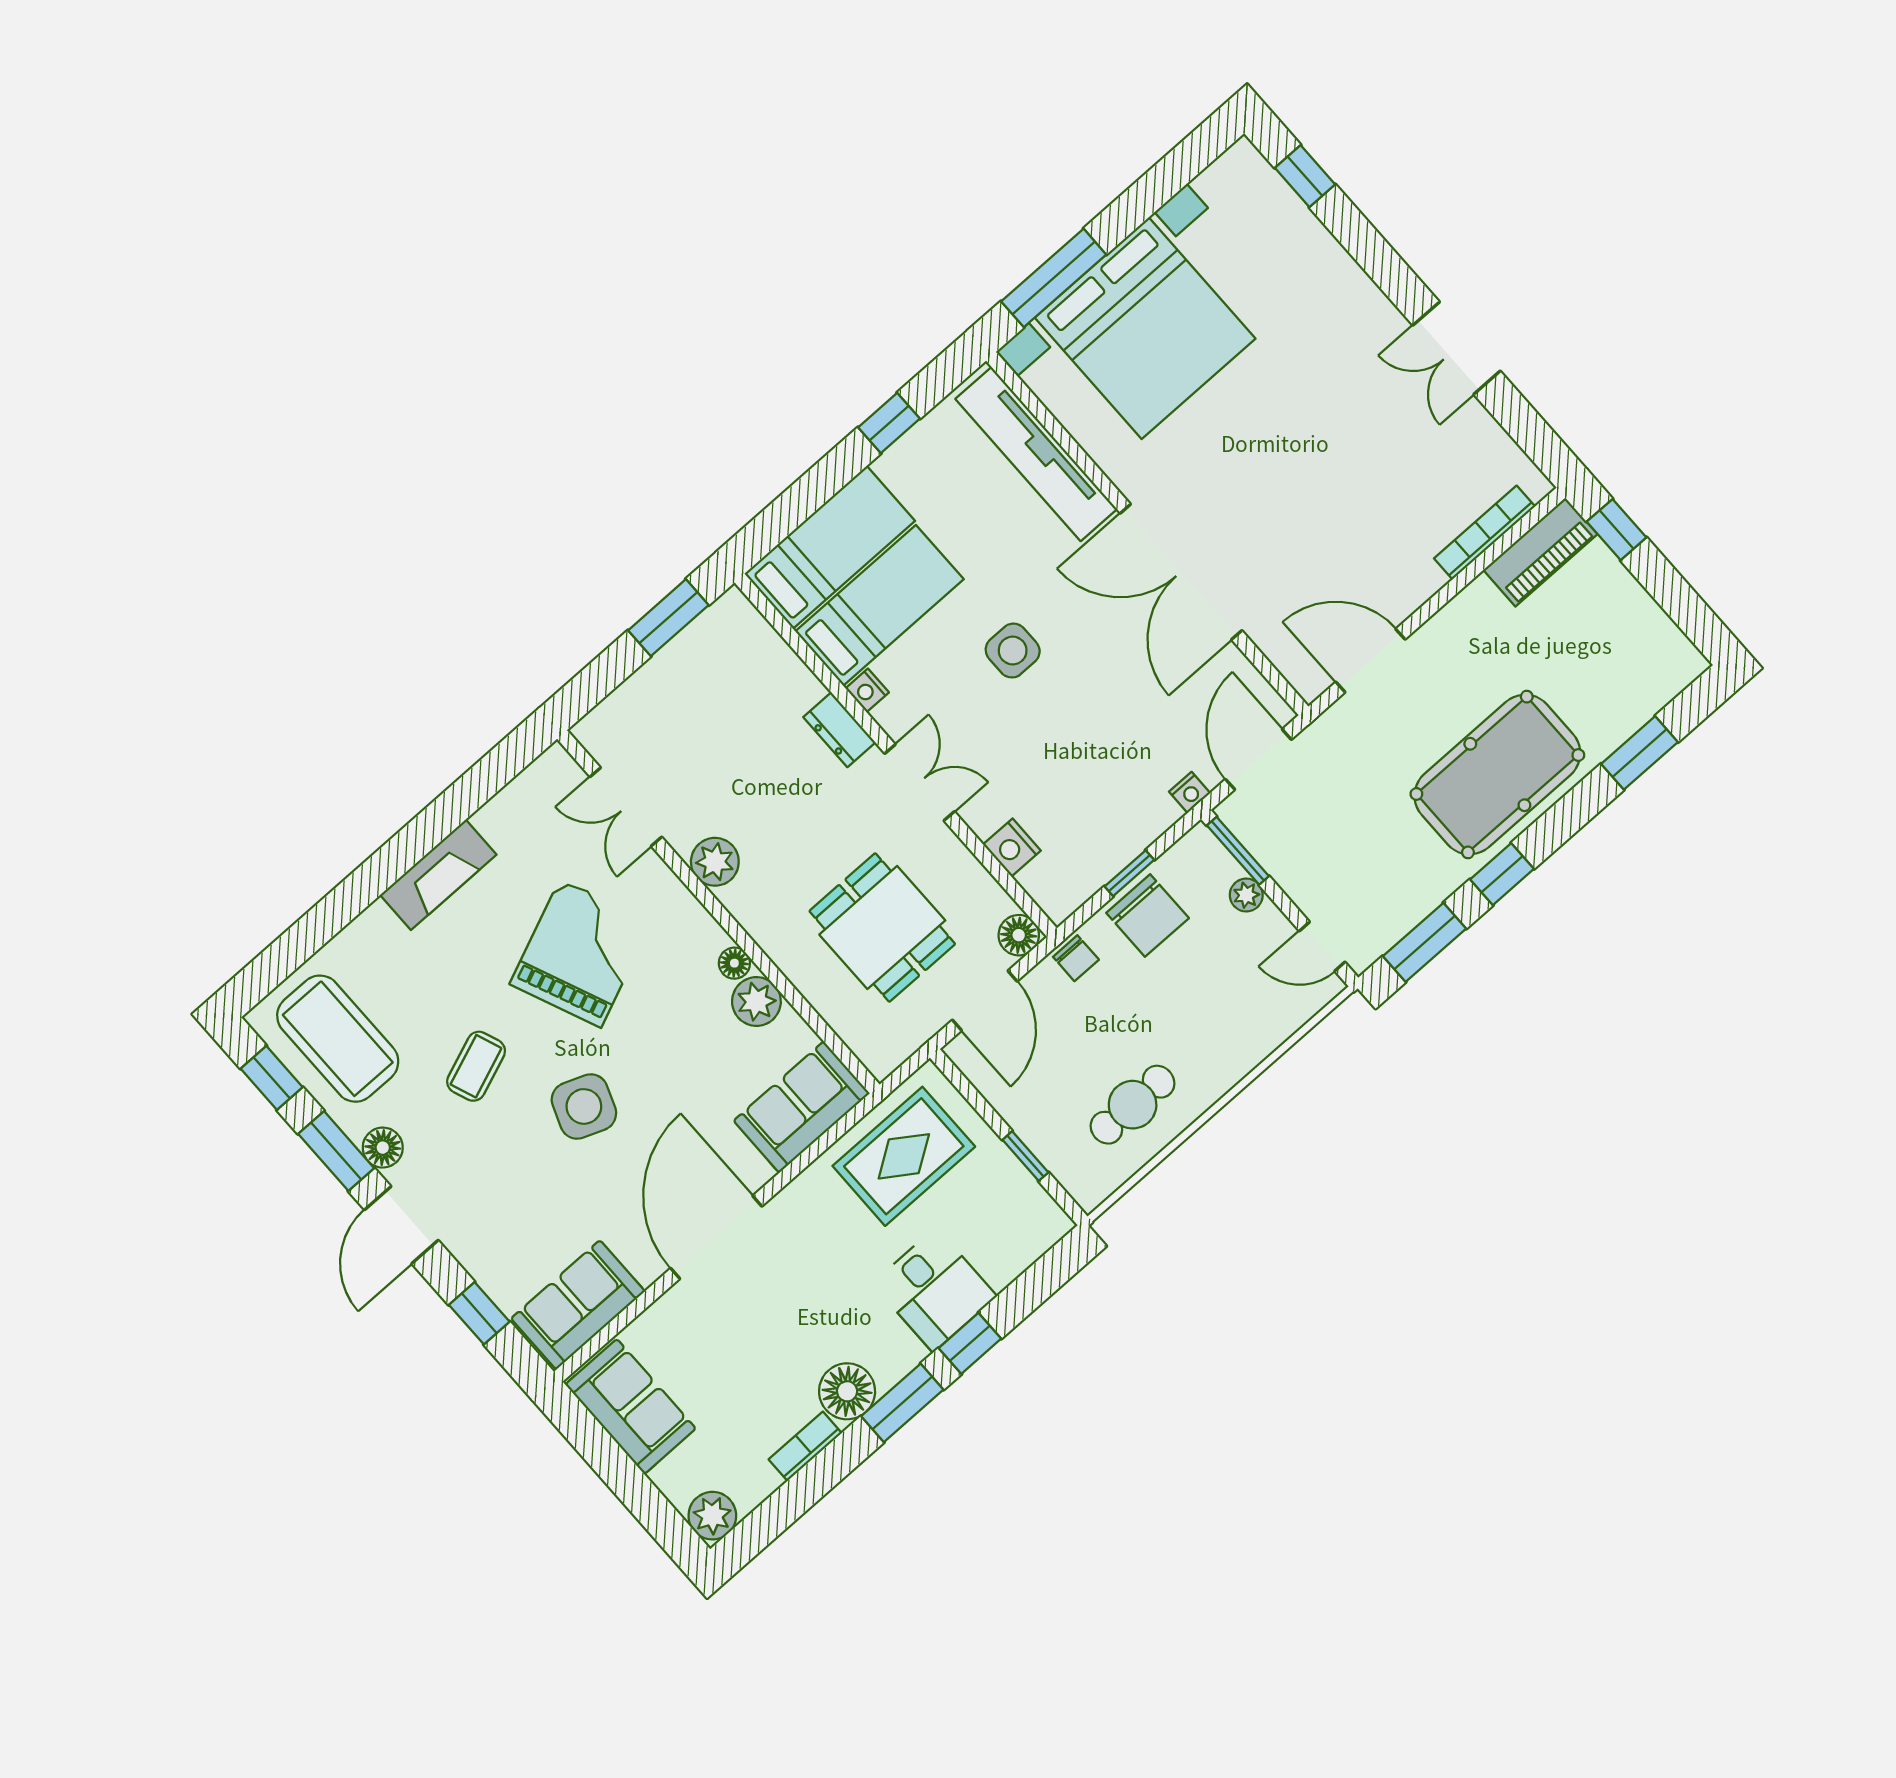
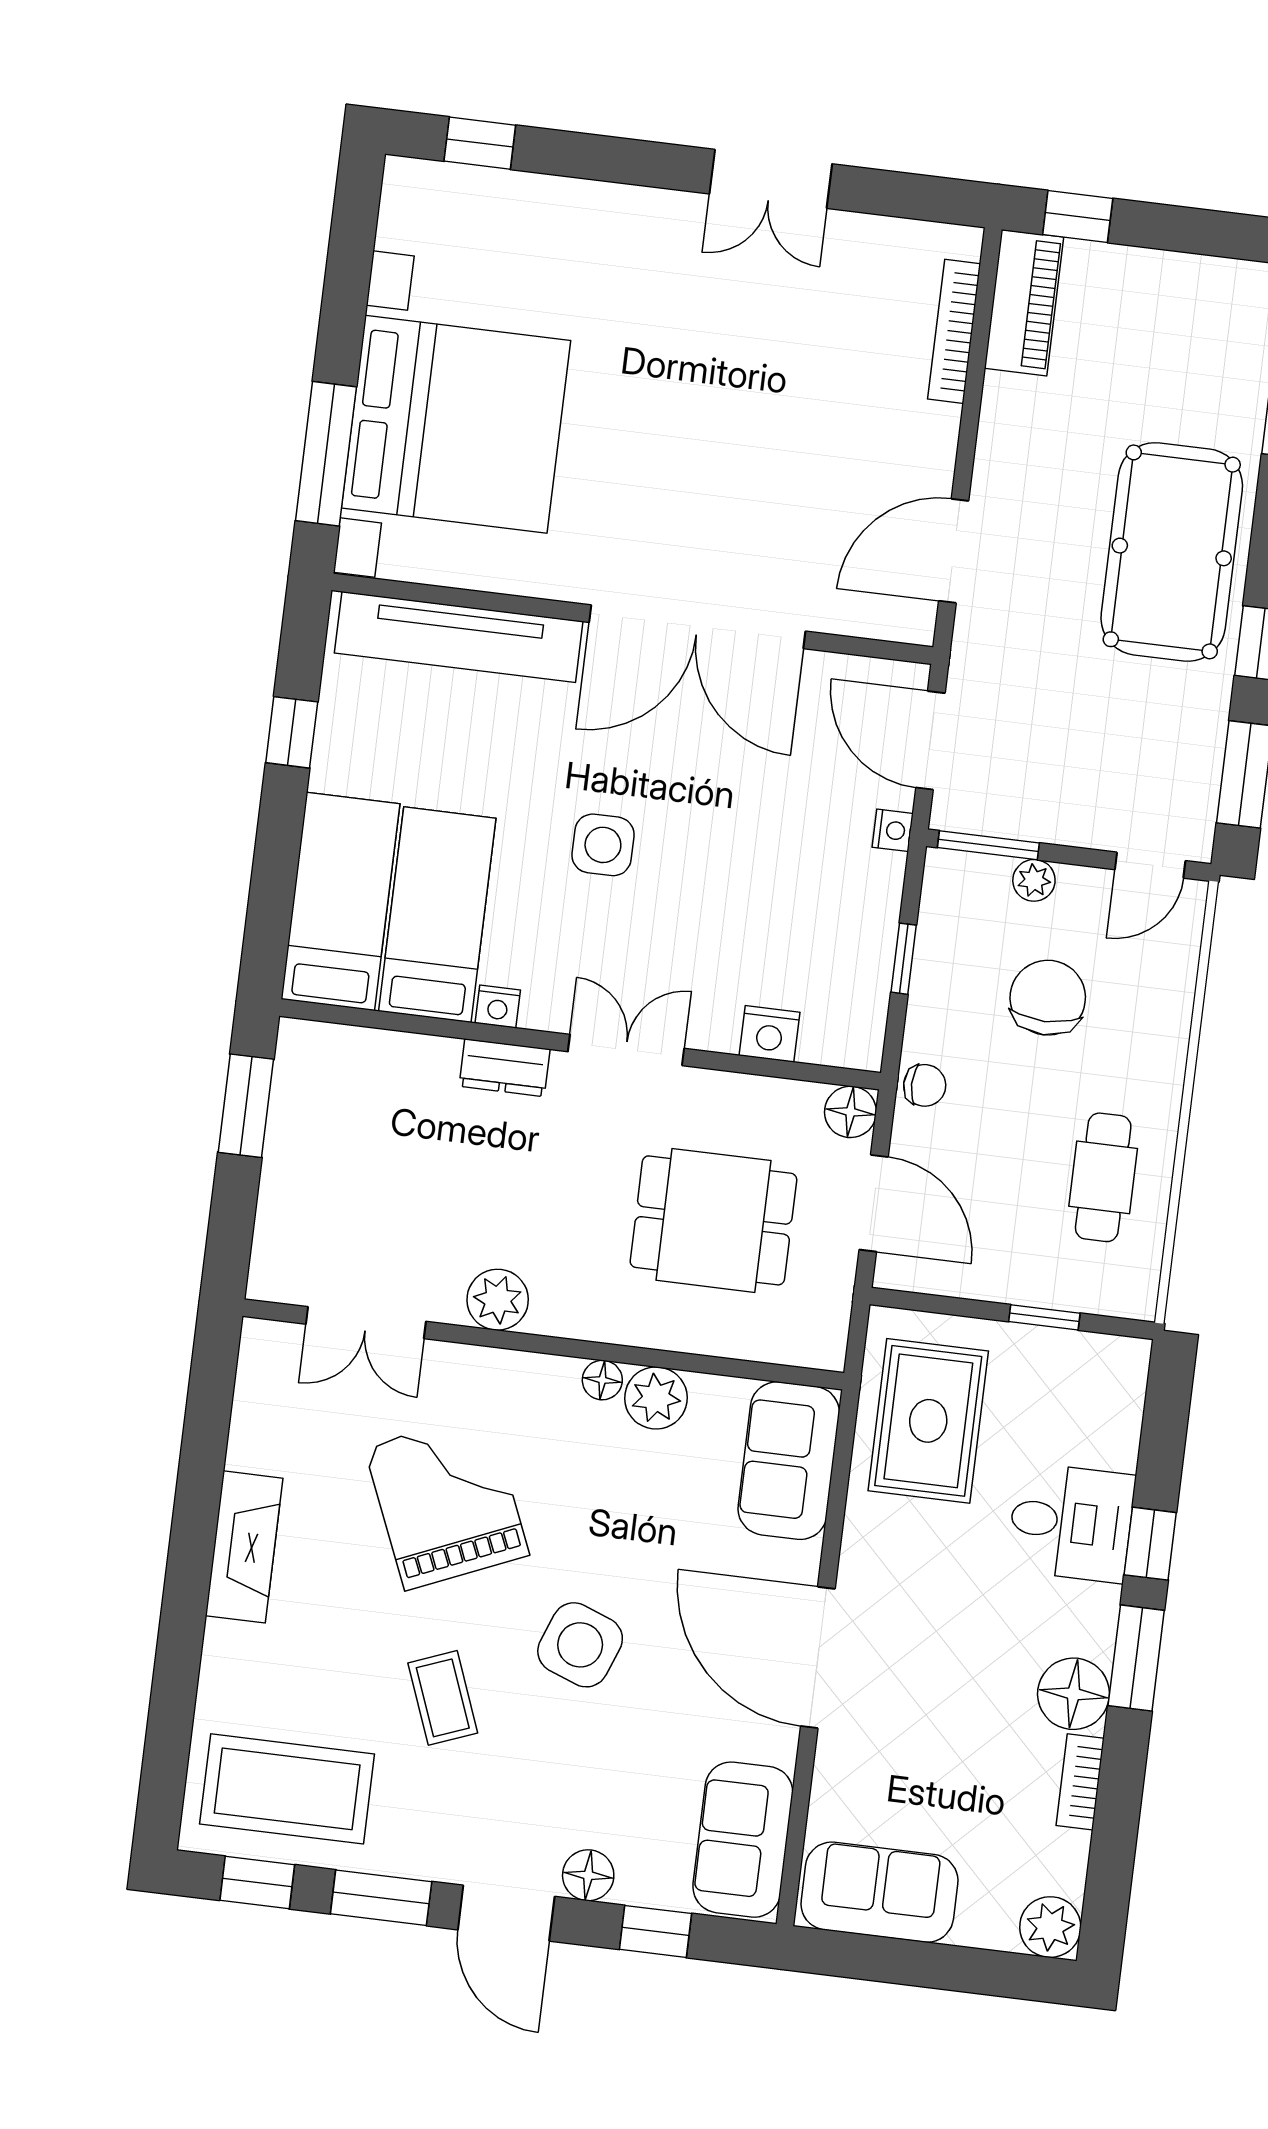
chair: (1148, 915) -> (1048, 998), moved, turned -90
floor lamp: (383, 1148) -> (588, 1875), moved

